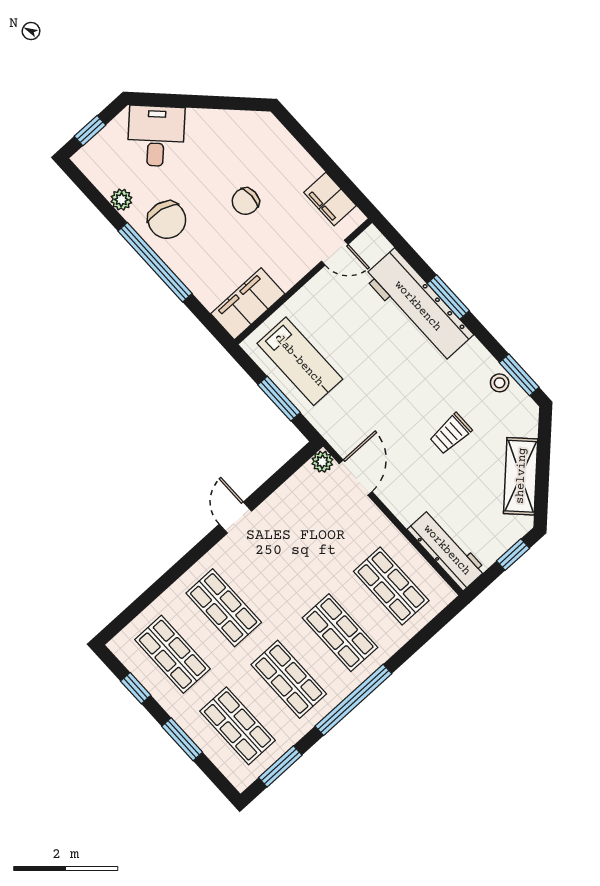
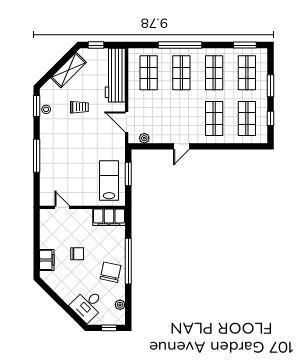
filing cabinet: (330, 199) -> (47, 260), moved
plant: (121, 200) -> (120, 305), moved
window: (448, 297) -> (37, 156), width x1.44
workbench: (418, 306) -> (50, 162), removed
plant: (322, 462) -> (144, 138), moved
door: (356, 478) -> (127, 122), hinge flipped
workbench: (447, 550) -> (115, 75), width x1.36, depth x1.32
window: (353, 700) -> (180, 45), moved

